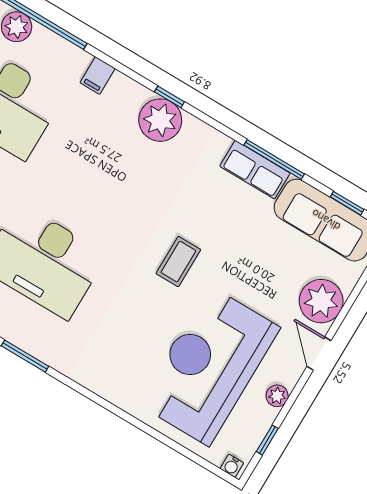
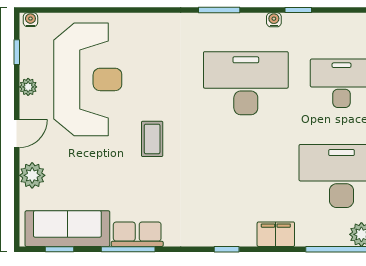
filing cabinet: (98, 76) -> (276, 234), width x2.00
plant: (160, 120) -> (223, 229), removed
plant: (321, 301) -> (32, 175), width x0.73, depth x0.73
door: (319, 354) -> (17, 133), hinge flipped

